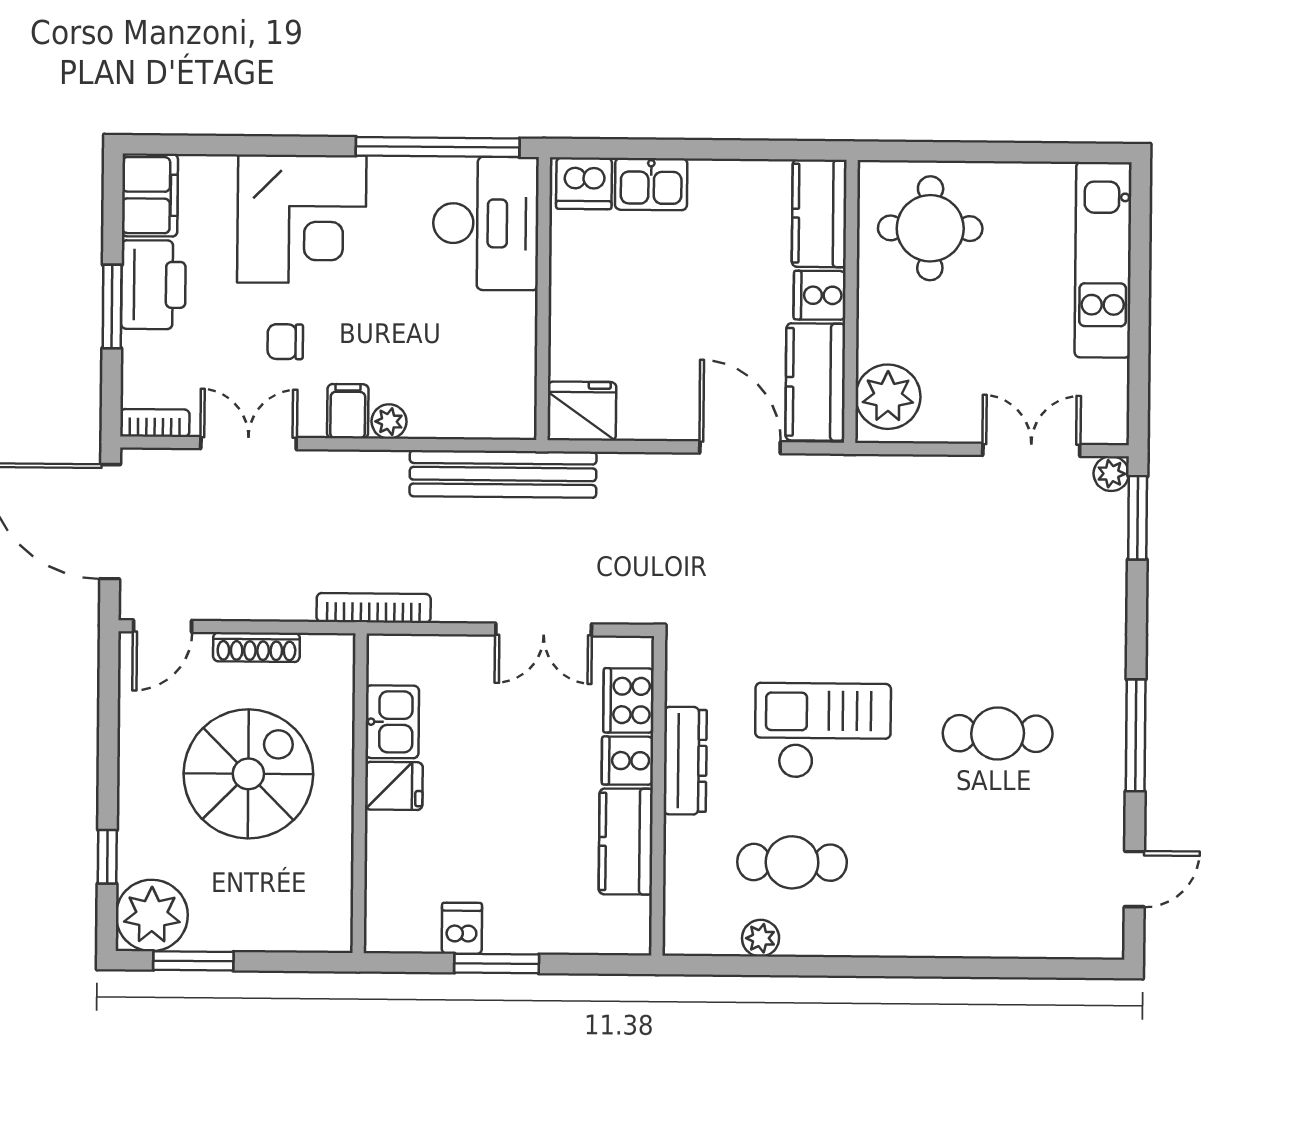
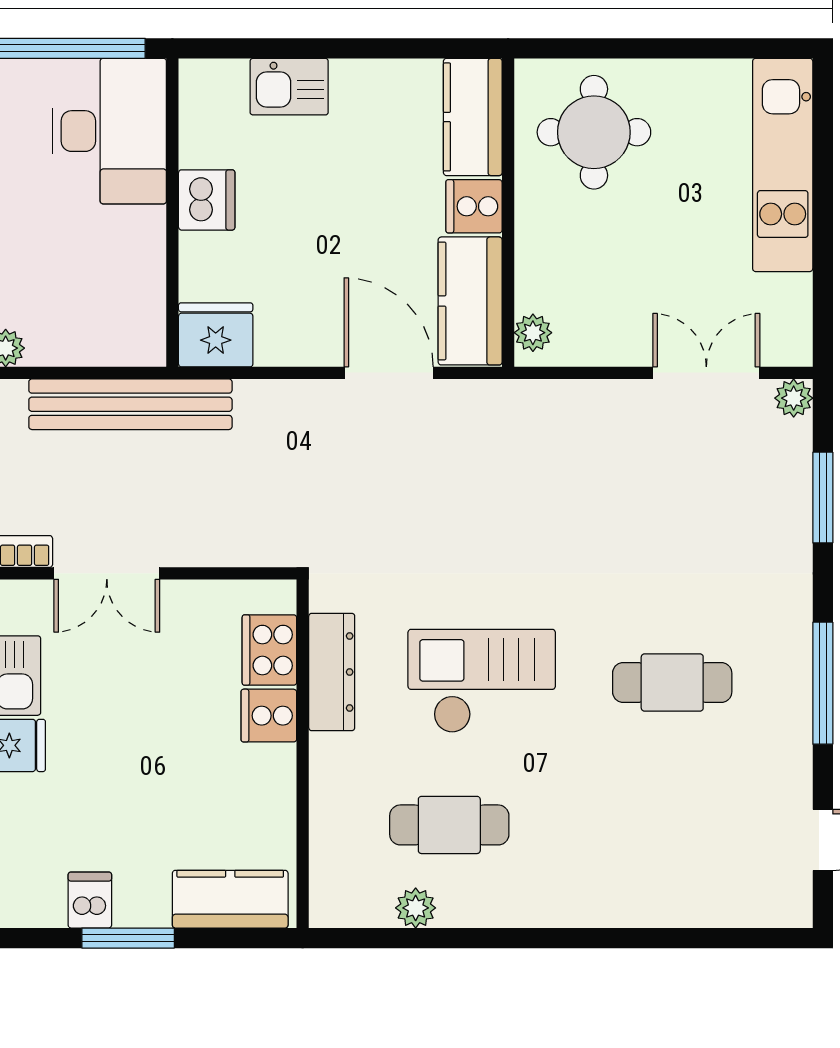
dishwasher: (584, 183) -> (207, 200), moved, turned -90
plant: (888, 397) -> (533, 333), width x0.53, depth x0.53
window: (1138, 518) -> (823, 498), moved
double door: (544, 629) -> (107, 573), moved
dresser: (685, 761) -> (332, 672), moved
kitchen counter: (626, 842) -> (230, 899), moved, turned 90

